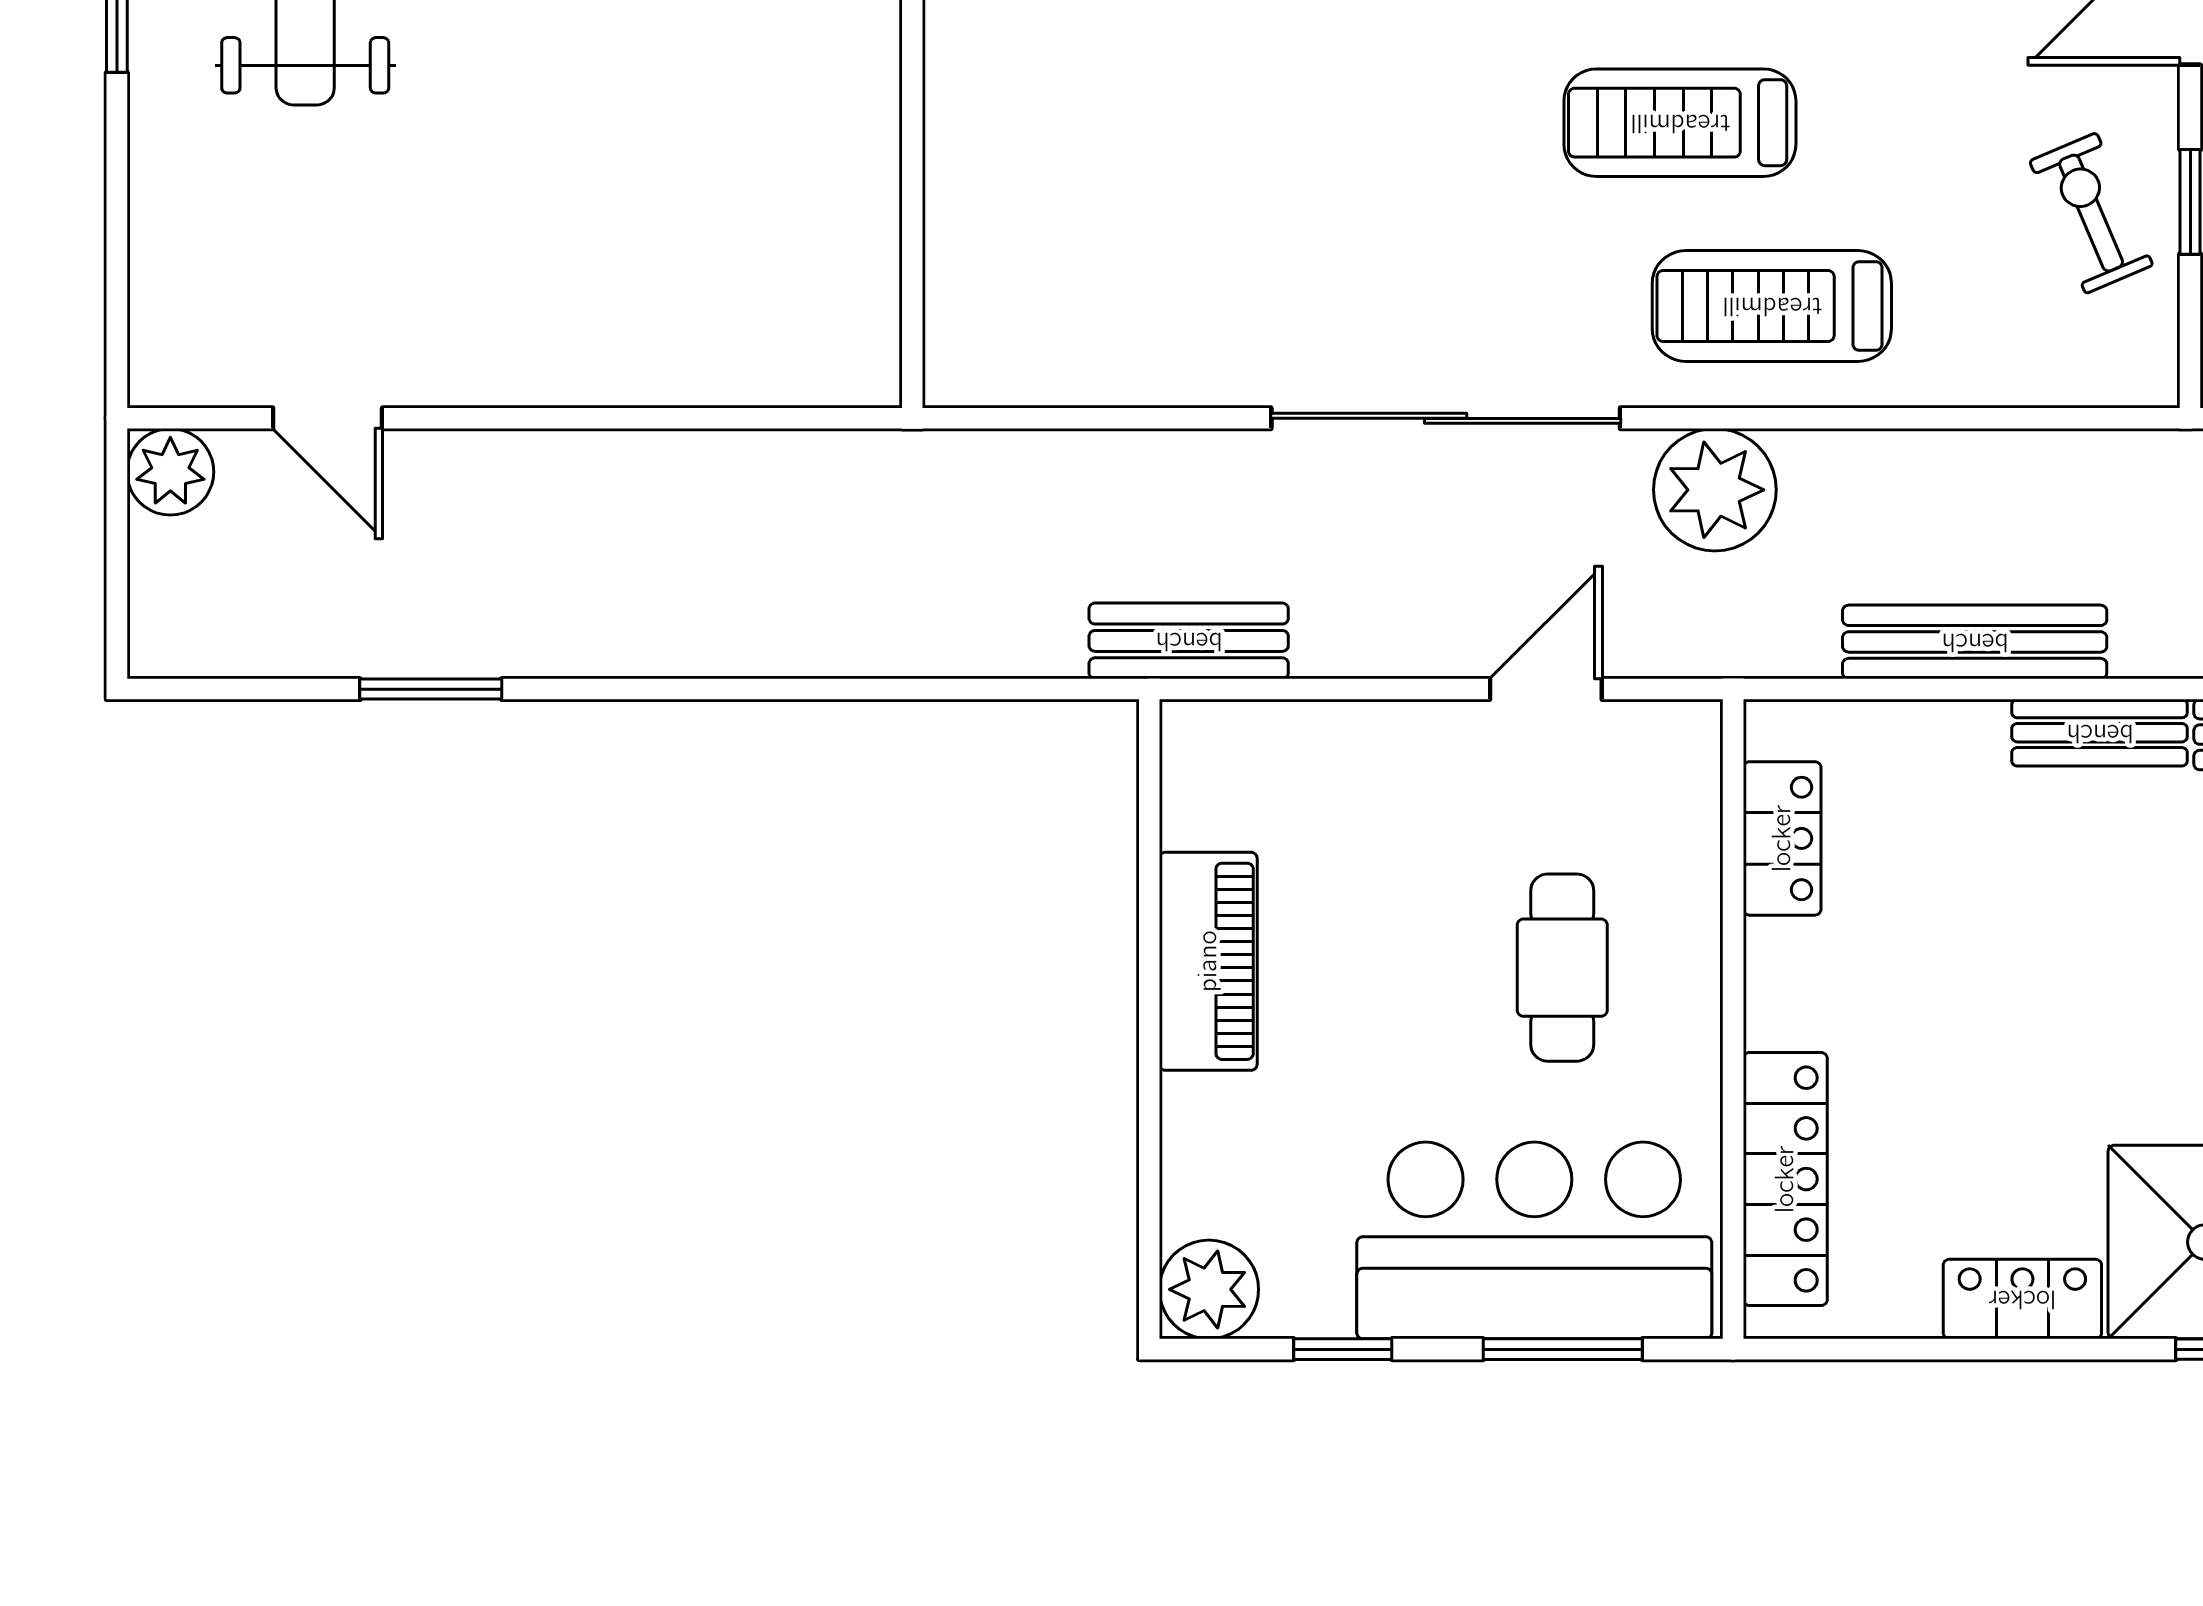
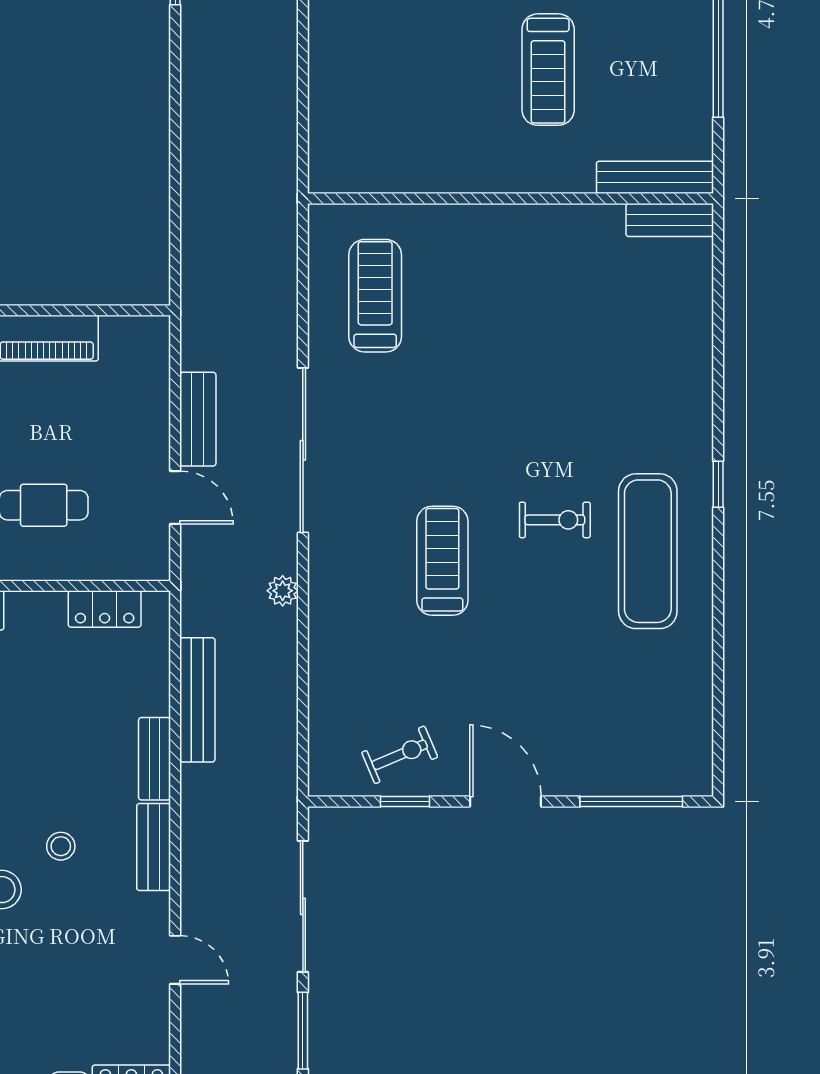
treadmill: (1772, 306) -> (375, 296), moved
plant: (1715, 490) -> (283, 591), width x0.53, depth x0.53
bench: (1189, 641) -> (198, 419), moved

